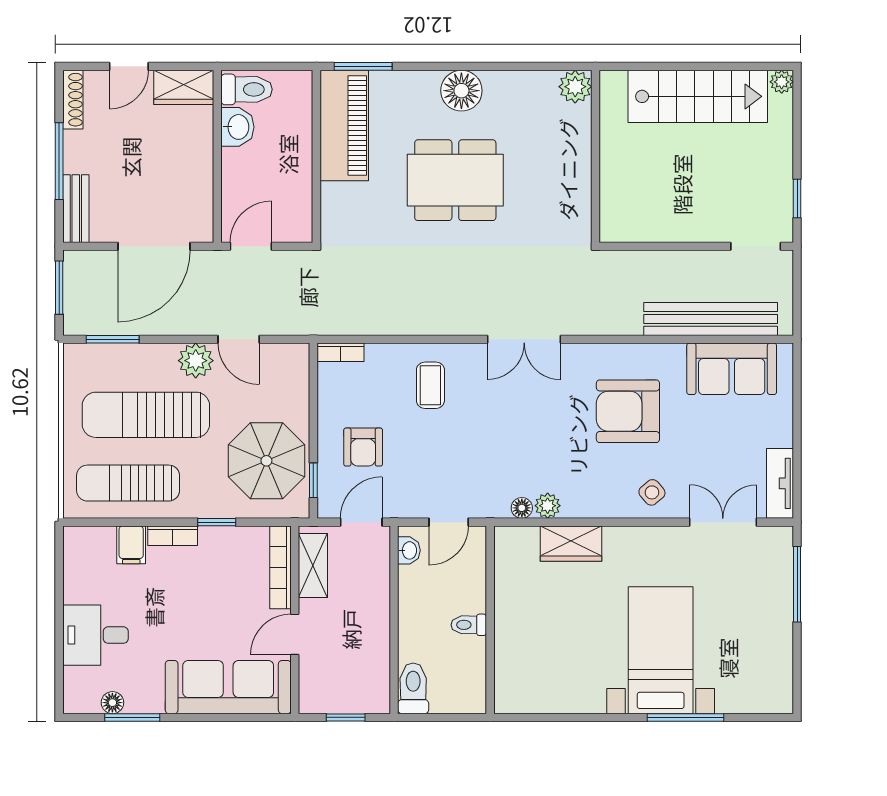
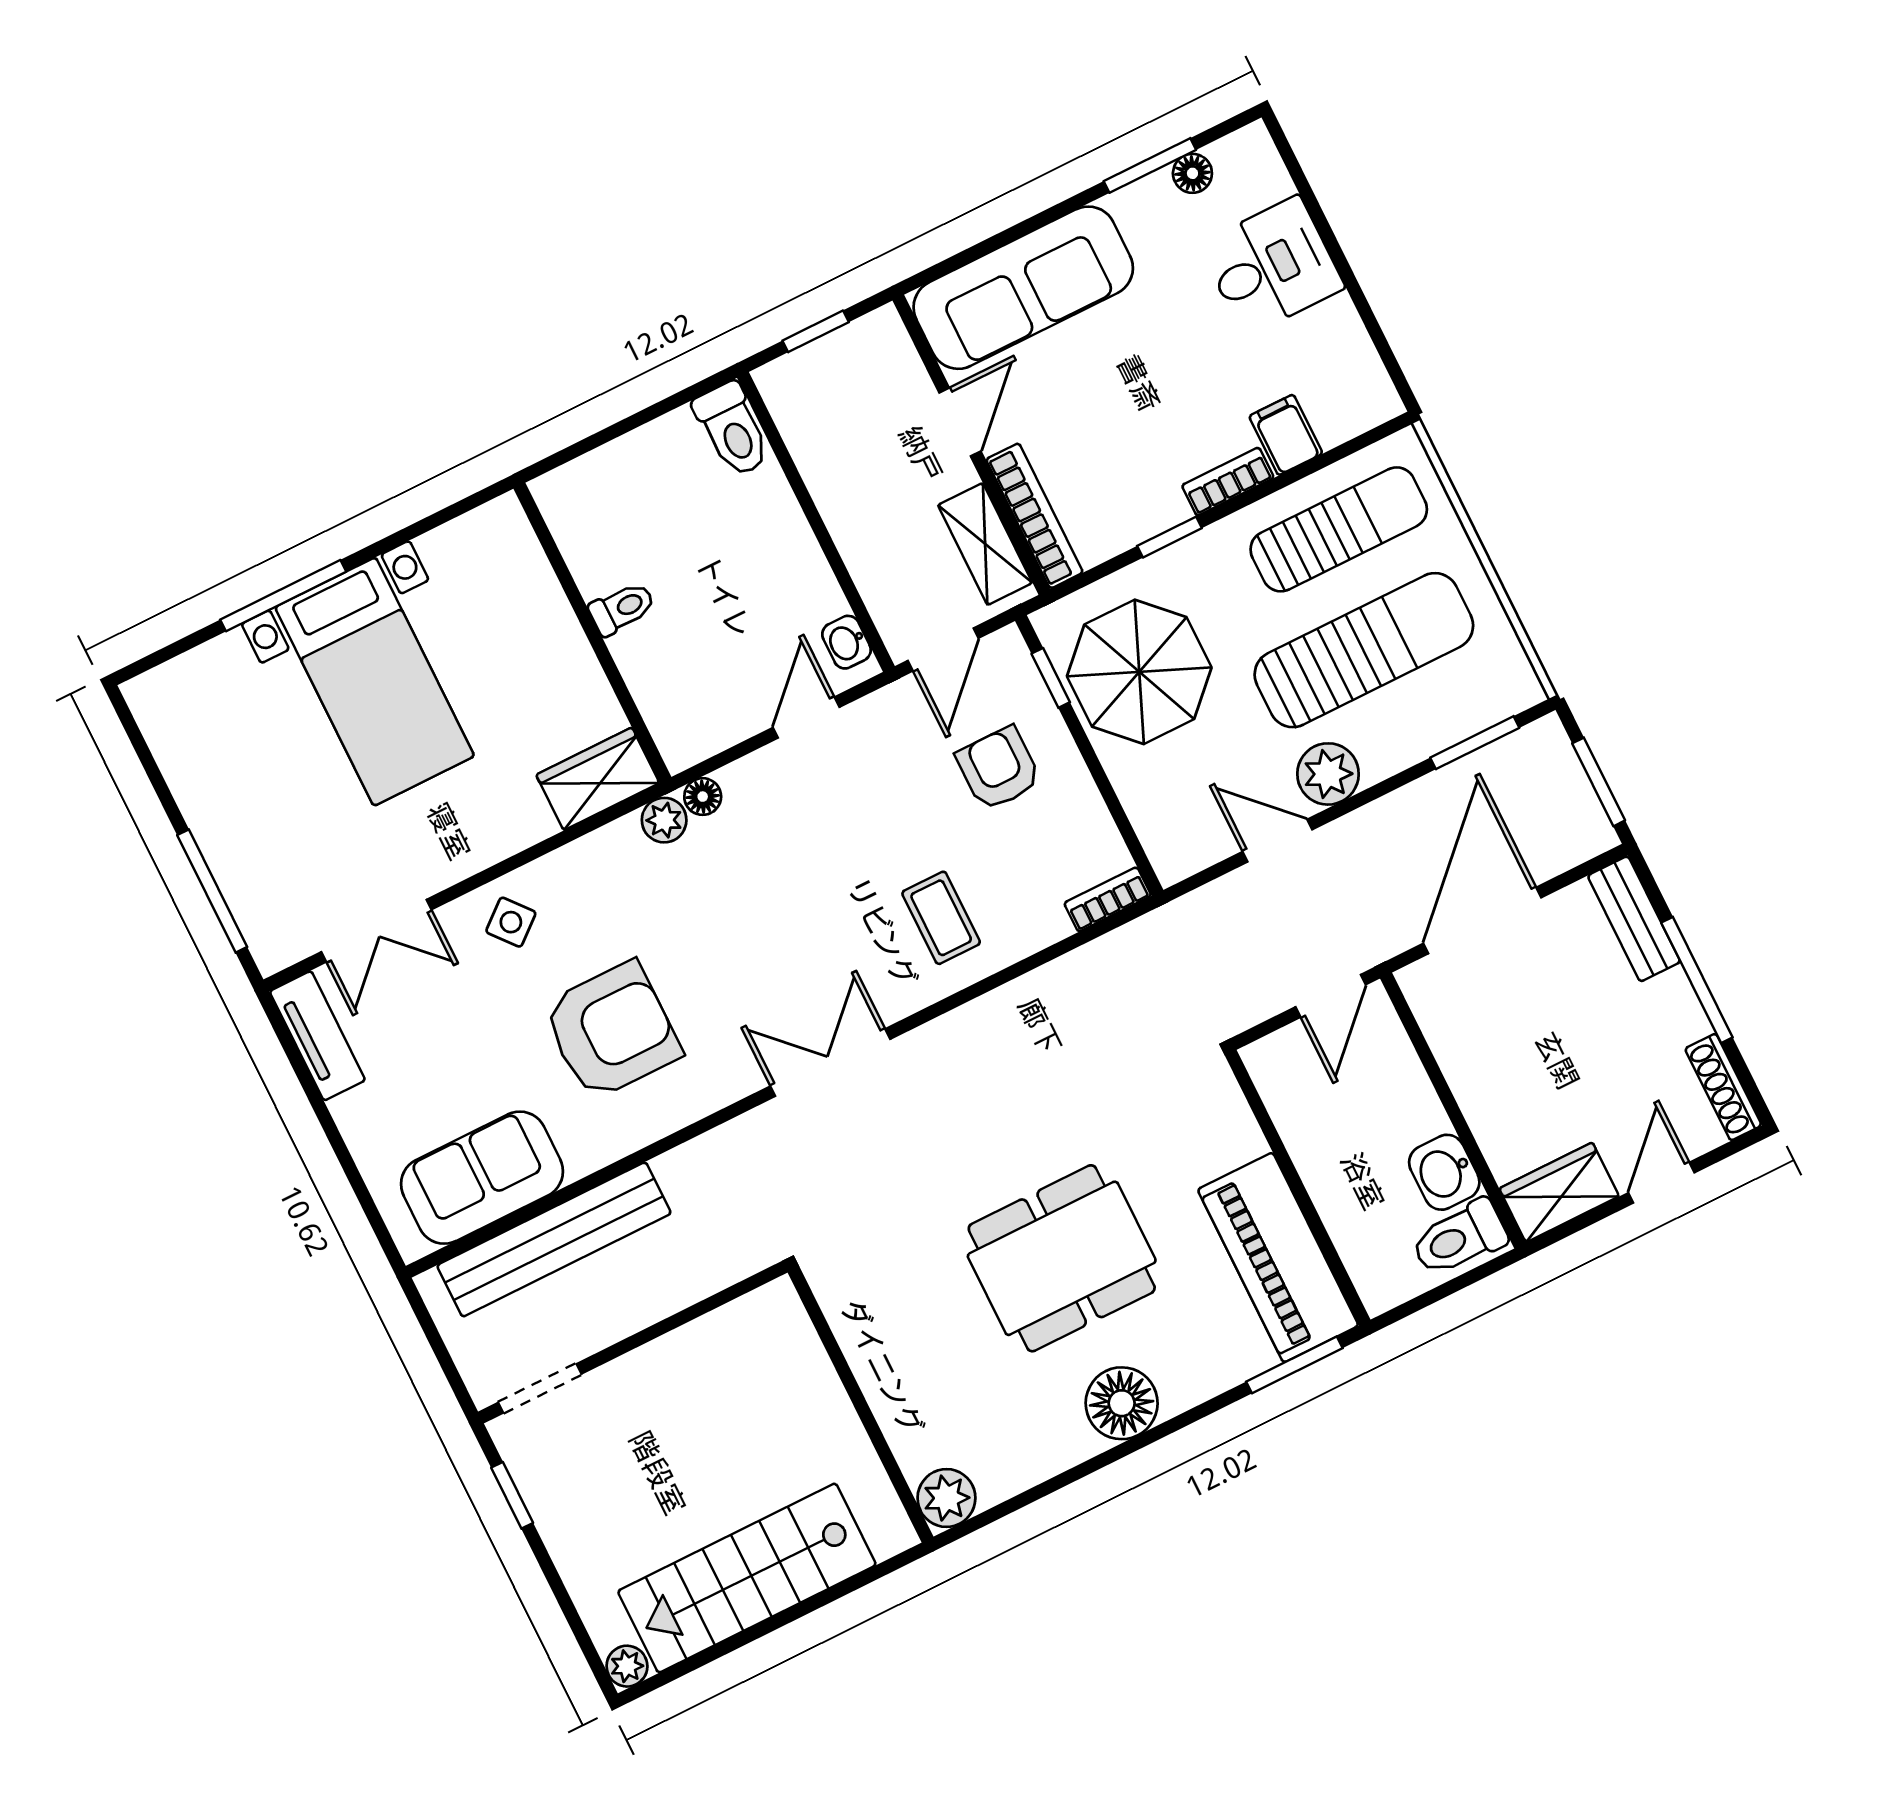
wall: (490, 620) -> (592, 633), moved
toilet: (469, 625) -> (622, 608), moved

